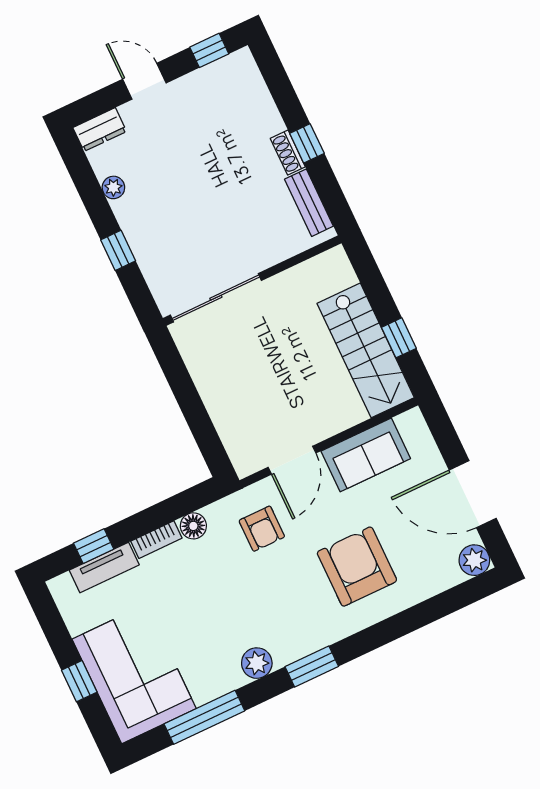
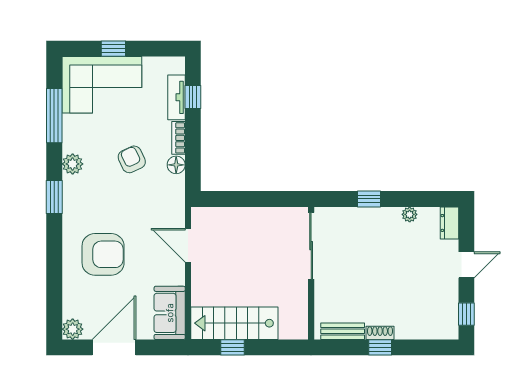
sofa: (366, 455) -> (170, 313), moved
armchair: (262, 529) -> (132, 159), moved, turned 65

